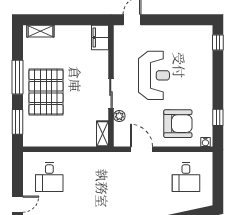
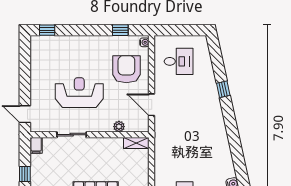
window: (71, 20) -> (25, 174), added
filing cabinet: (100, 37) -> (36, 145), width x0.50
sliding door: (111, 94) -> (72, 135), moved
door: (141, 149) -> (152, 105), hinge flipped

